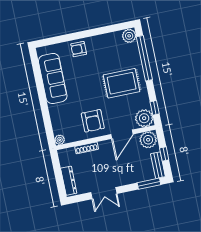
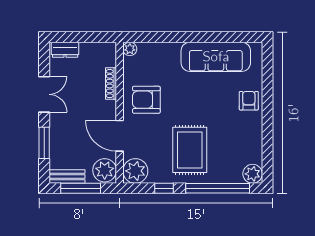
window: (155, 108) -> (164, 188), moved
window: (164, 154) -> (81, 188), width x2.17
dresser: (69, 181) -> (65, 50), width x0.70
window: (149, 184) -> (44, 143), moved
double door: (104, 193) -> (44, 94), swing flipped

